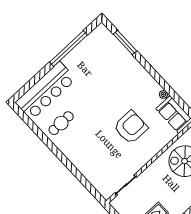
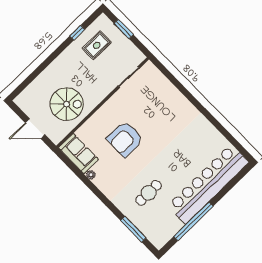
bar counter: (46, 91) -> (208, 184), width x1.36
cafe table: (61, 123) -> (149, 193), moved

